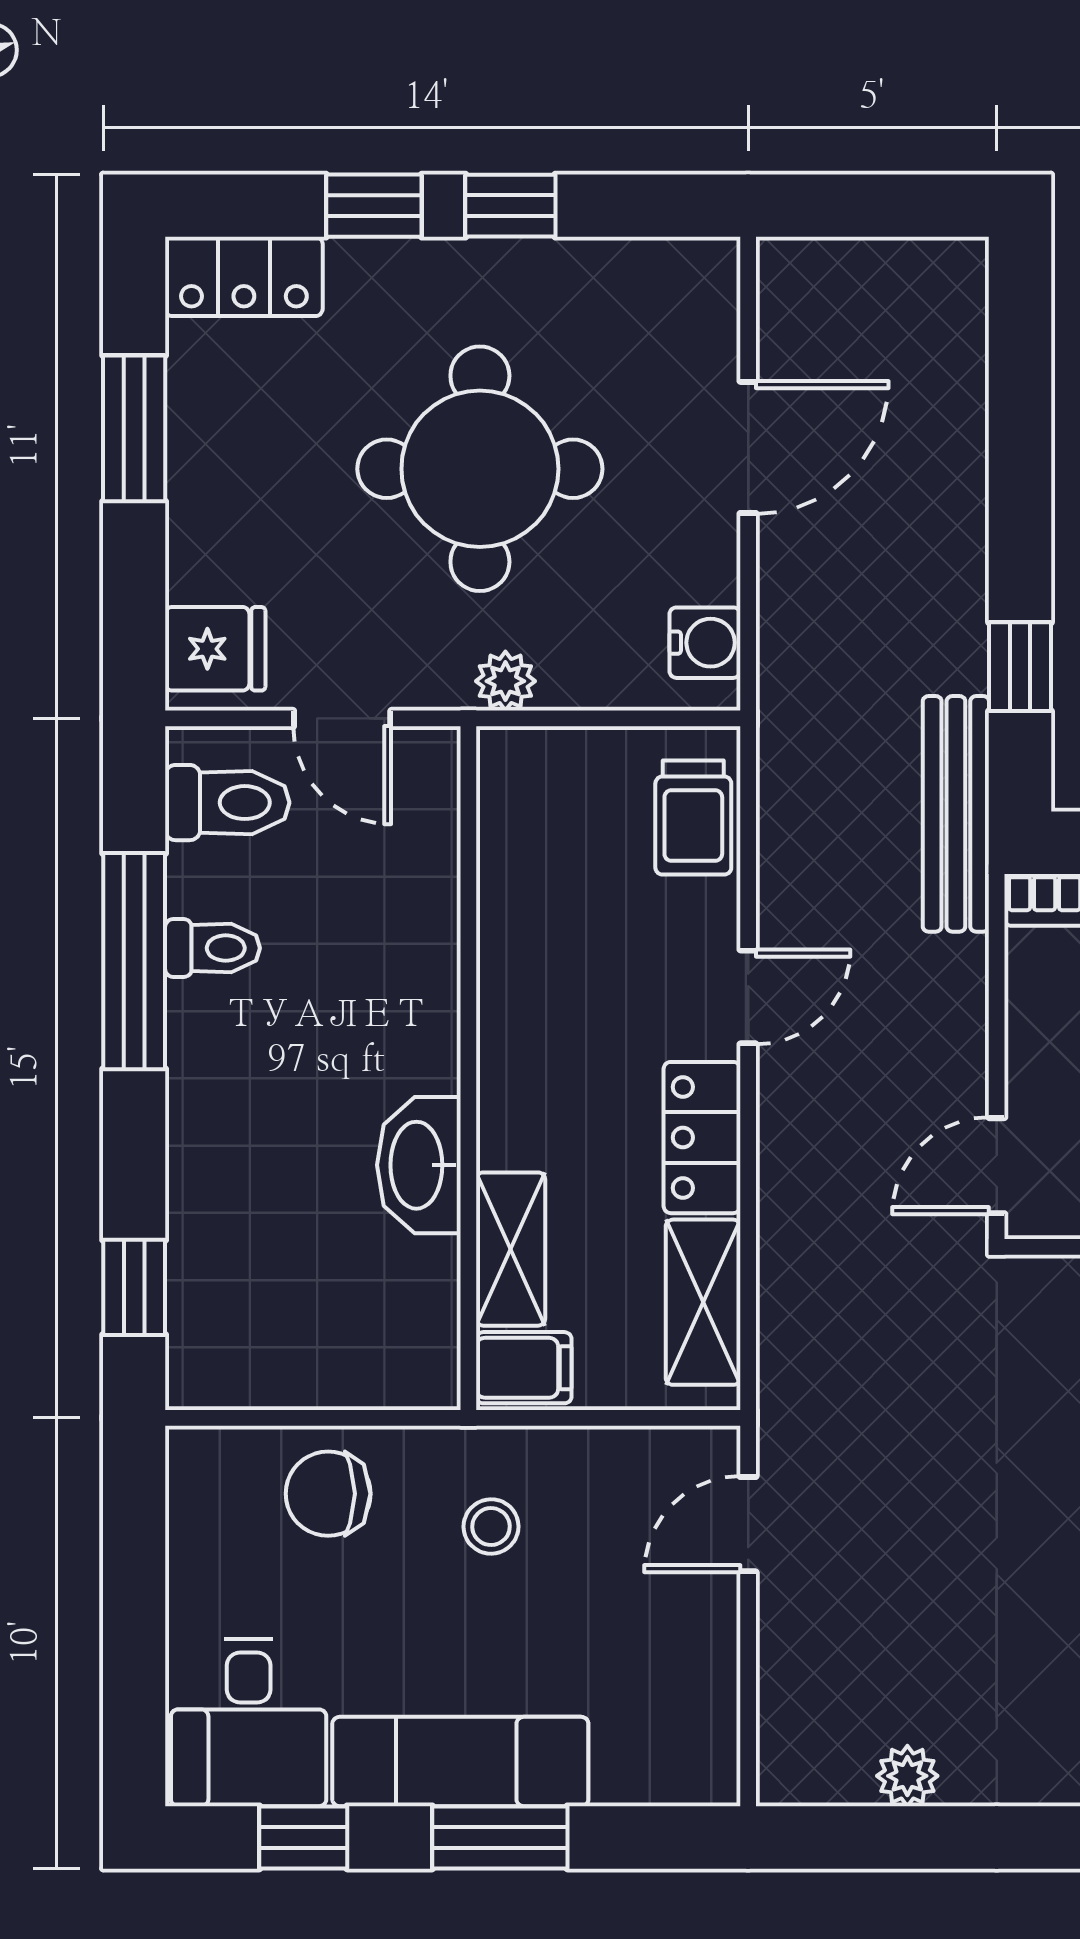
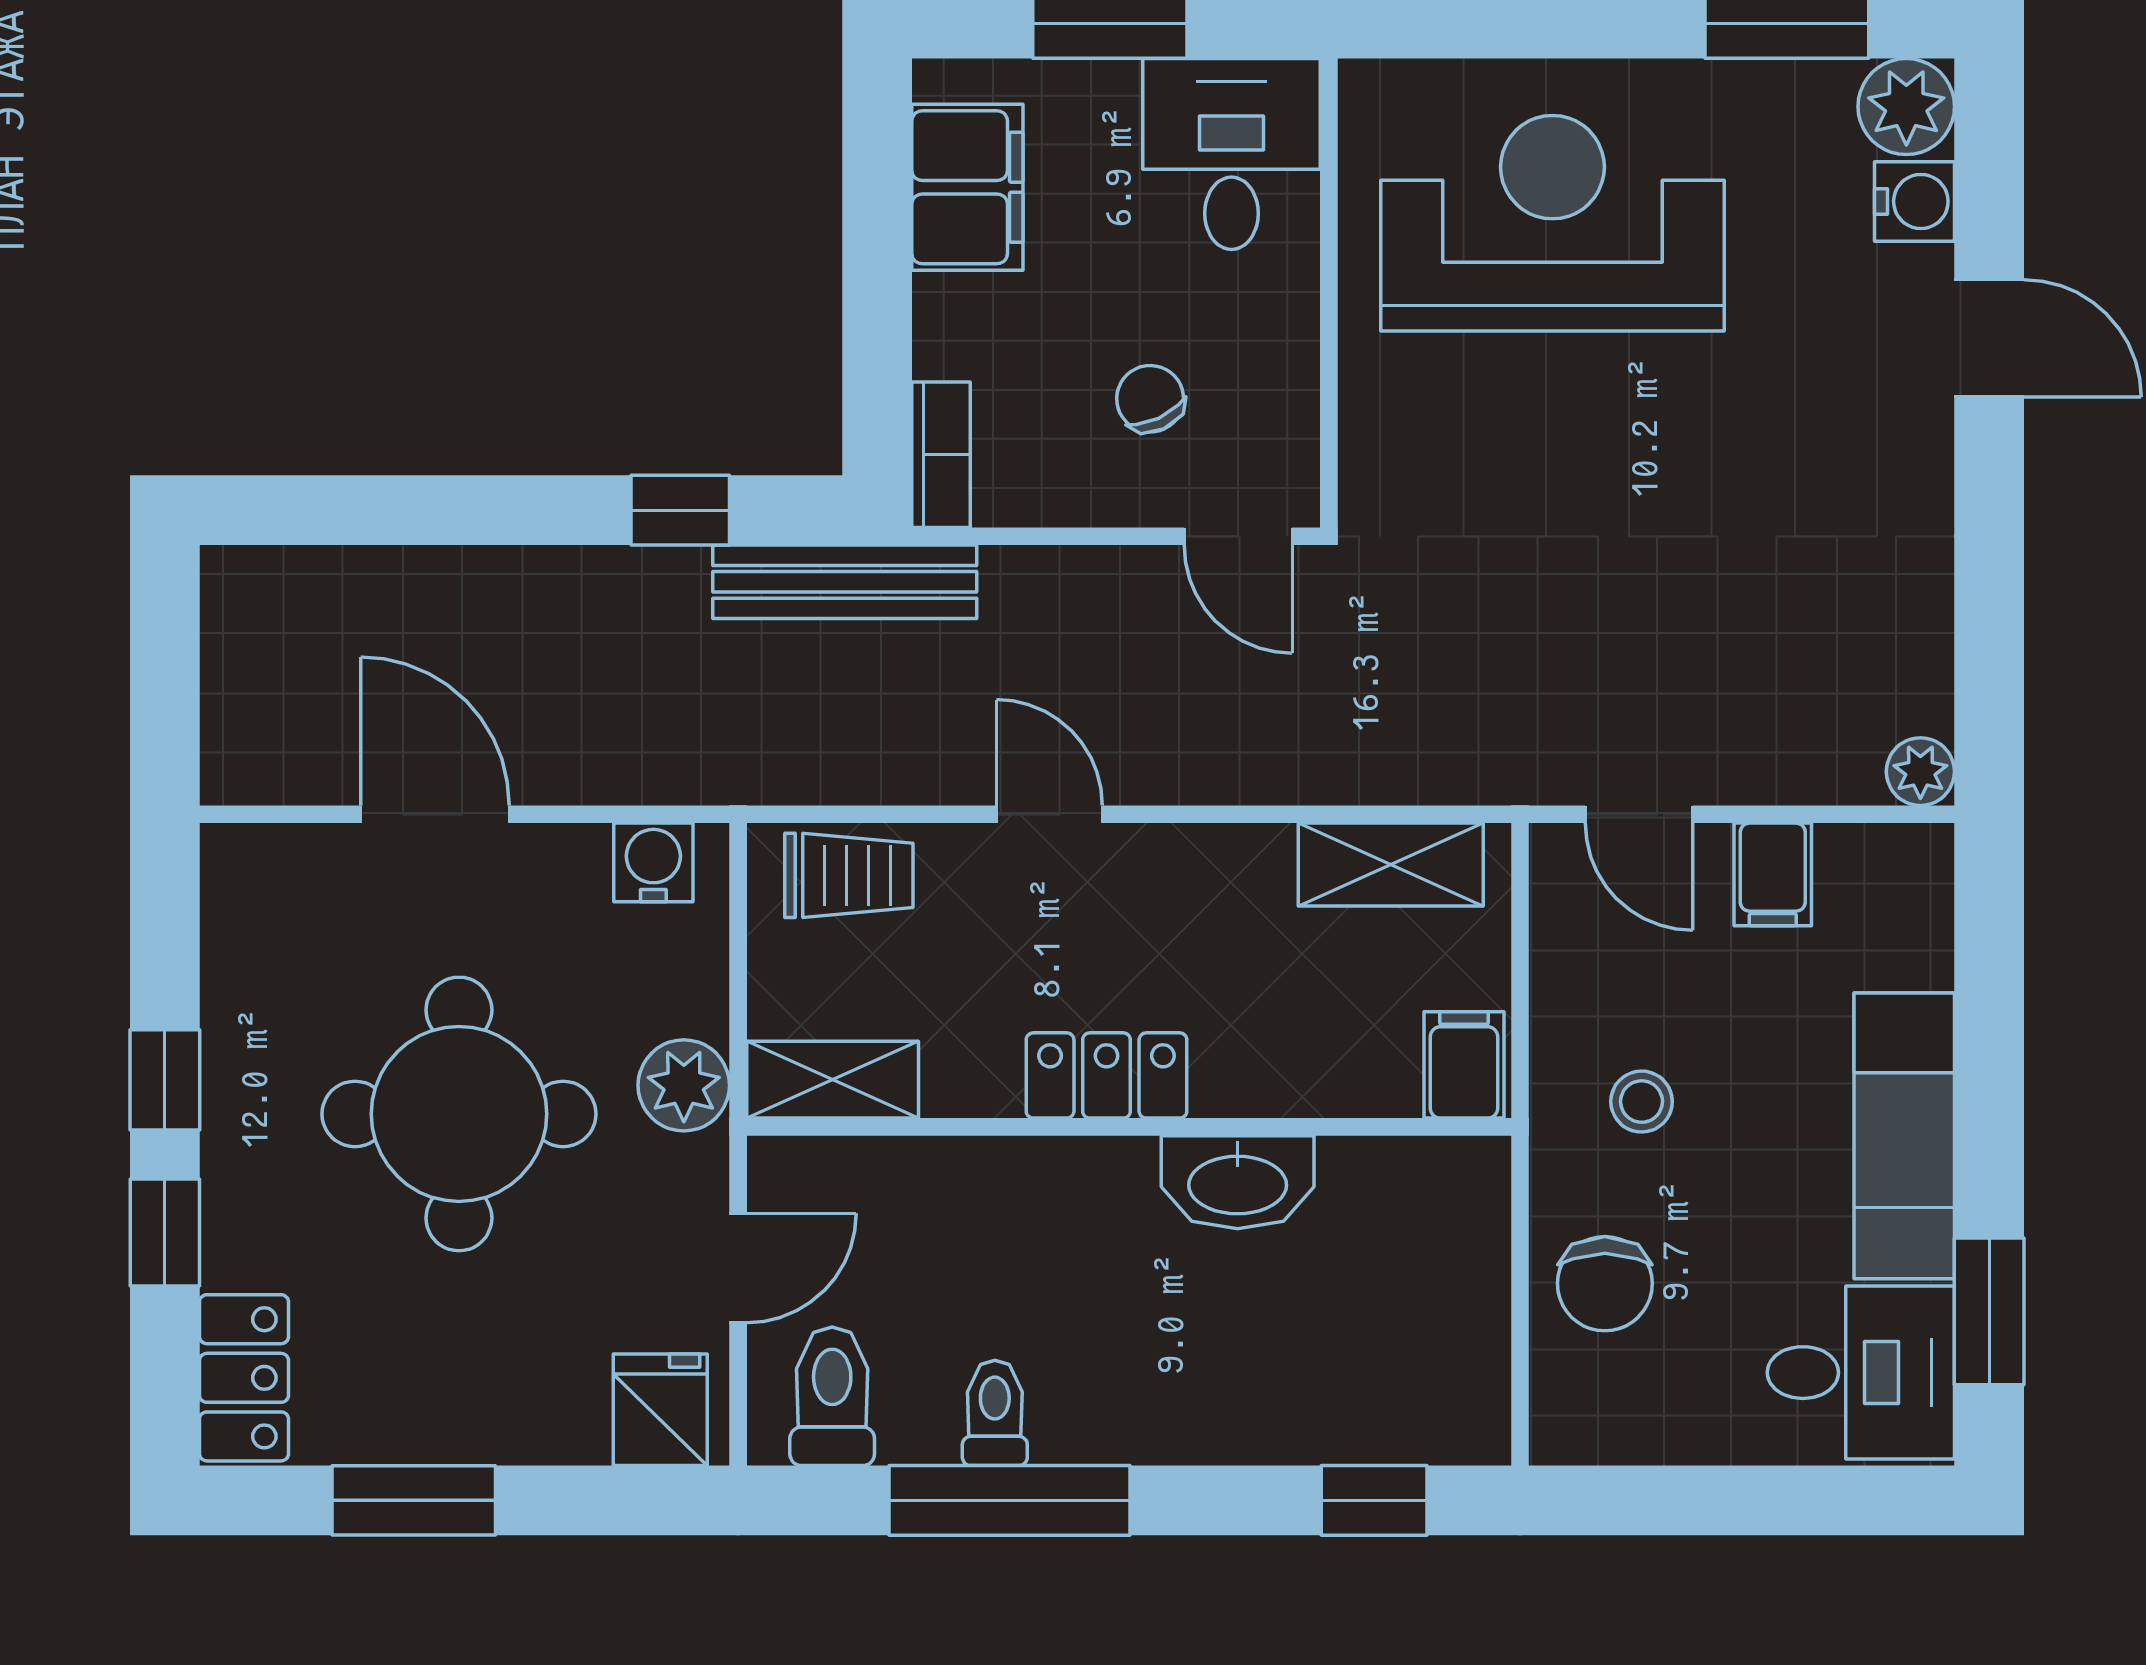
plant: (505, 681) -> (684, 1085), width x1.38, depth x1.38
locker: (702, 1138) -> (1107, 1075), moved, turned 180
shelving: (511, 1249) -> (833, 1080), moved
filing cabinet: (694, 1644) -> (1773, 874), added
plant: (907, 1776) -> (1920, 772), moved
window: (303, 1837) -> (1989, 1311), width x1.50
window: (500, 1837) -> (1989, 1092), removed

